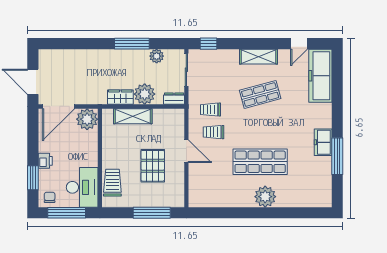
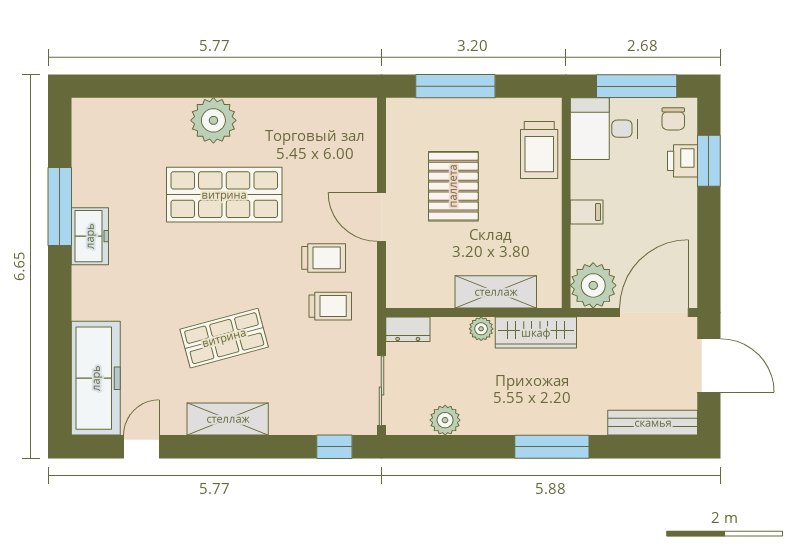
window: (132, 44) -> (552, 447), moved
bench: (59, 55) -> (653, 423), added
plant: (145, 94) -> (481, 329), width x0.53, depth x0.53
wardrobe: (120, 97) -> (536, 333), width x1.50
filing cabinet: (90, 154) -> (587, 212), added
printer: (45, 161) -> (683, 161), moved
desk: (82, 187) -> (604, 129), width x0.73

